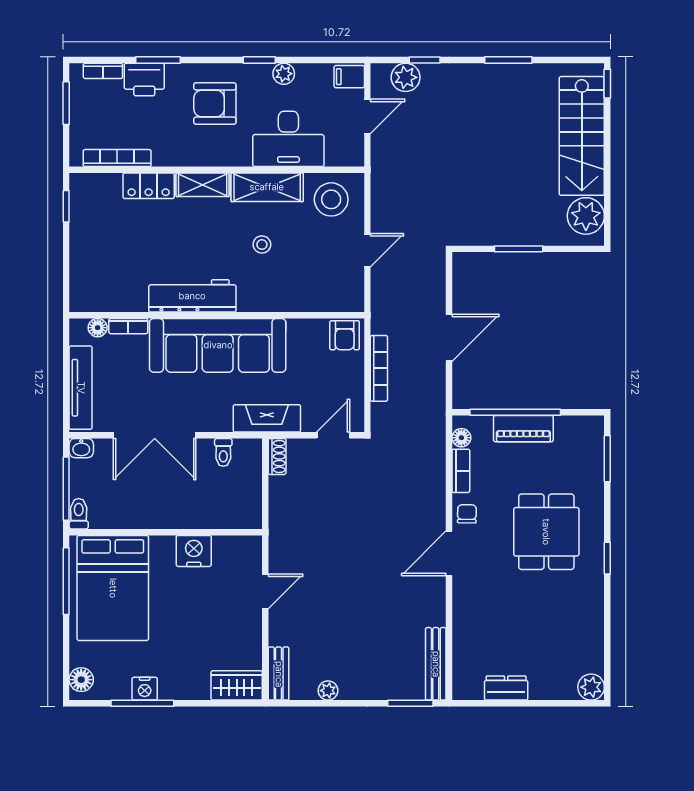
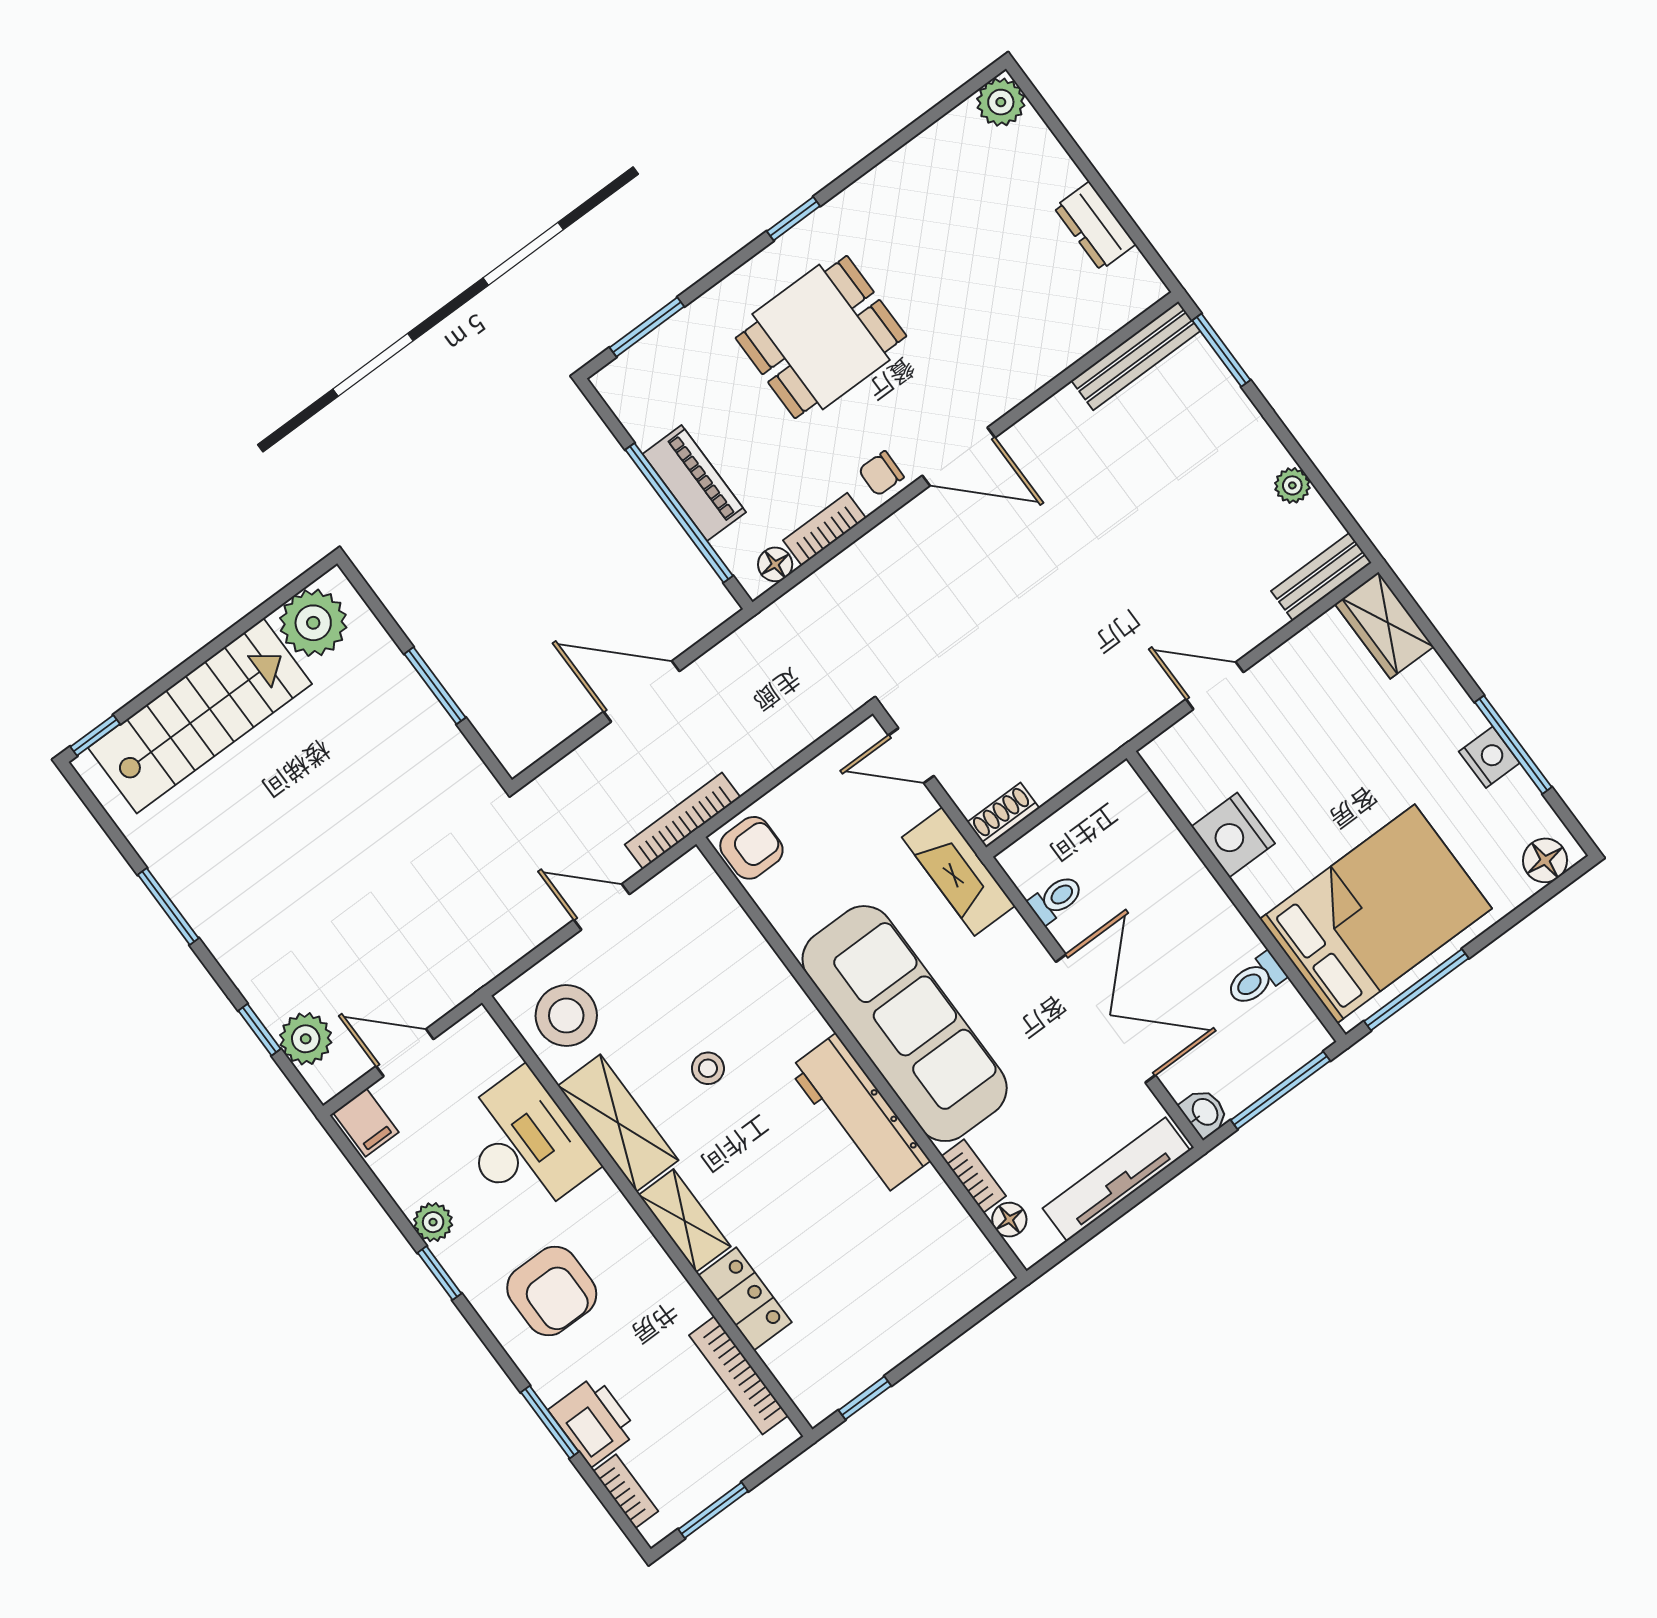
bookcase: (379, 368) -> (683, 821), moved
toilet: (79, 514) -> (1256, 980), moved

